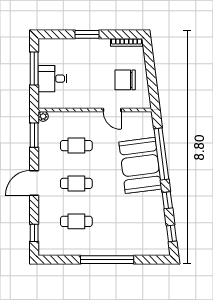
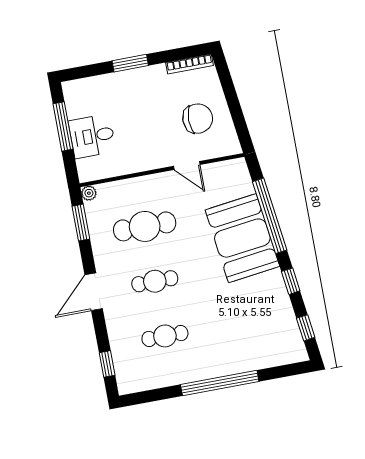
chair: (125, 80) -> (198, 119), turned 180
cafe table: (76, 146) -> (145, 226), width x1.37, depth x1.35

